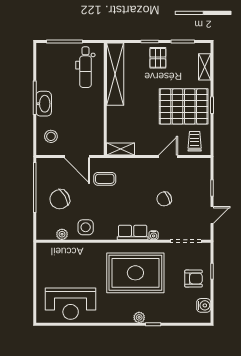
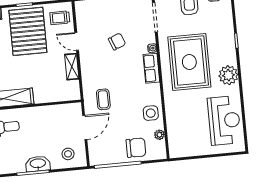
shelving: (121, 149) -> (72, 67), moved
chair: (60, 199) -> (136, 148), moved, turned -61
chair: (164, 199) -> (117, 41), turned -87
plant: (139, 317) -> (228, 75), moved, width x1.87, depth x1.87

